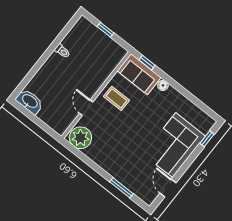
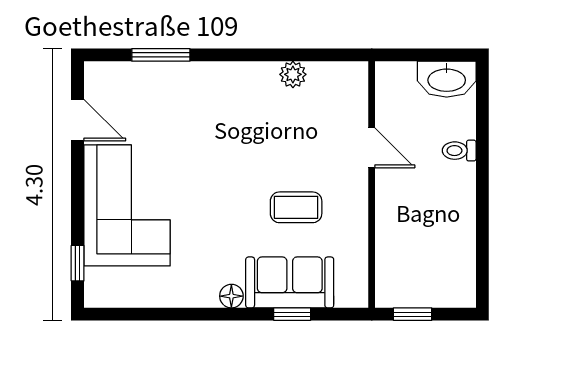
toilet: (62, 51) -> (459, 151), moved
wall: (96, 95) -> (372, 185), moved
door: (86, 108) -> (372, 148), moved
plant: (80, 138) -> (293, 74), width x0.53, depth x0.53

